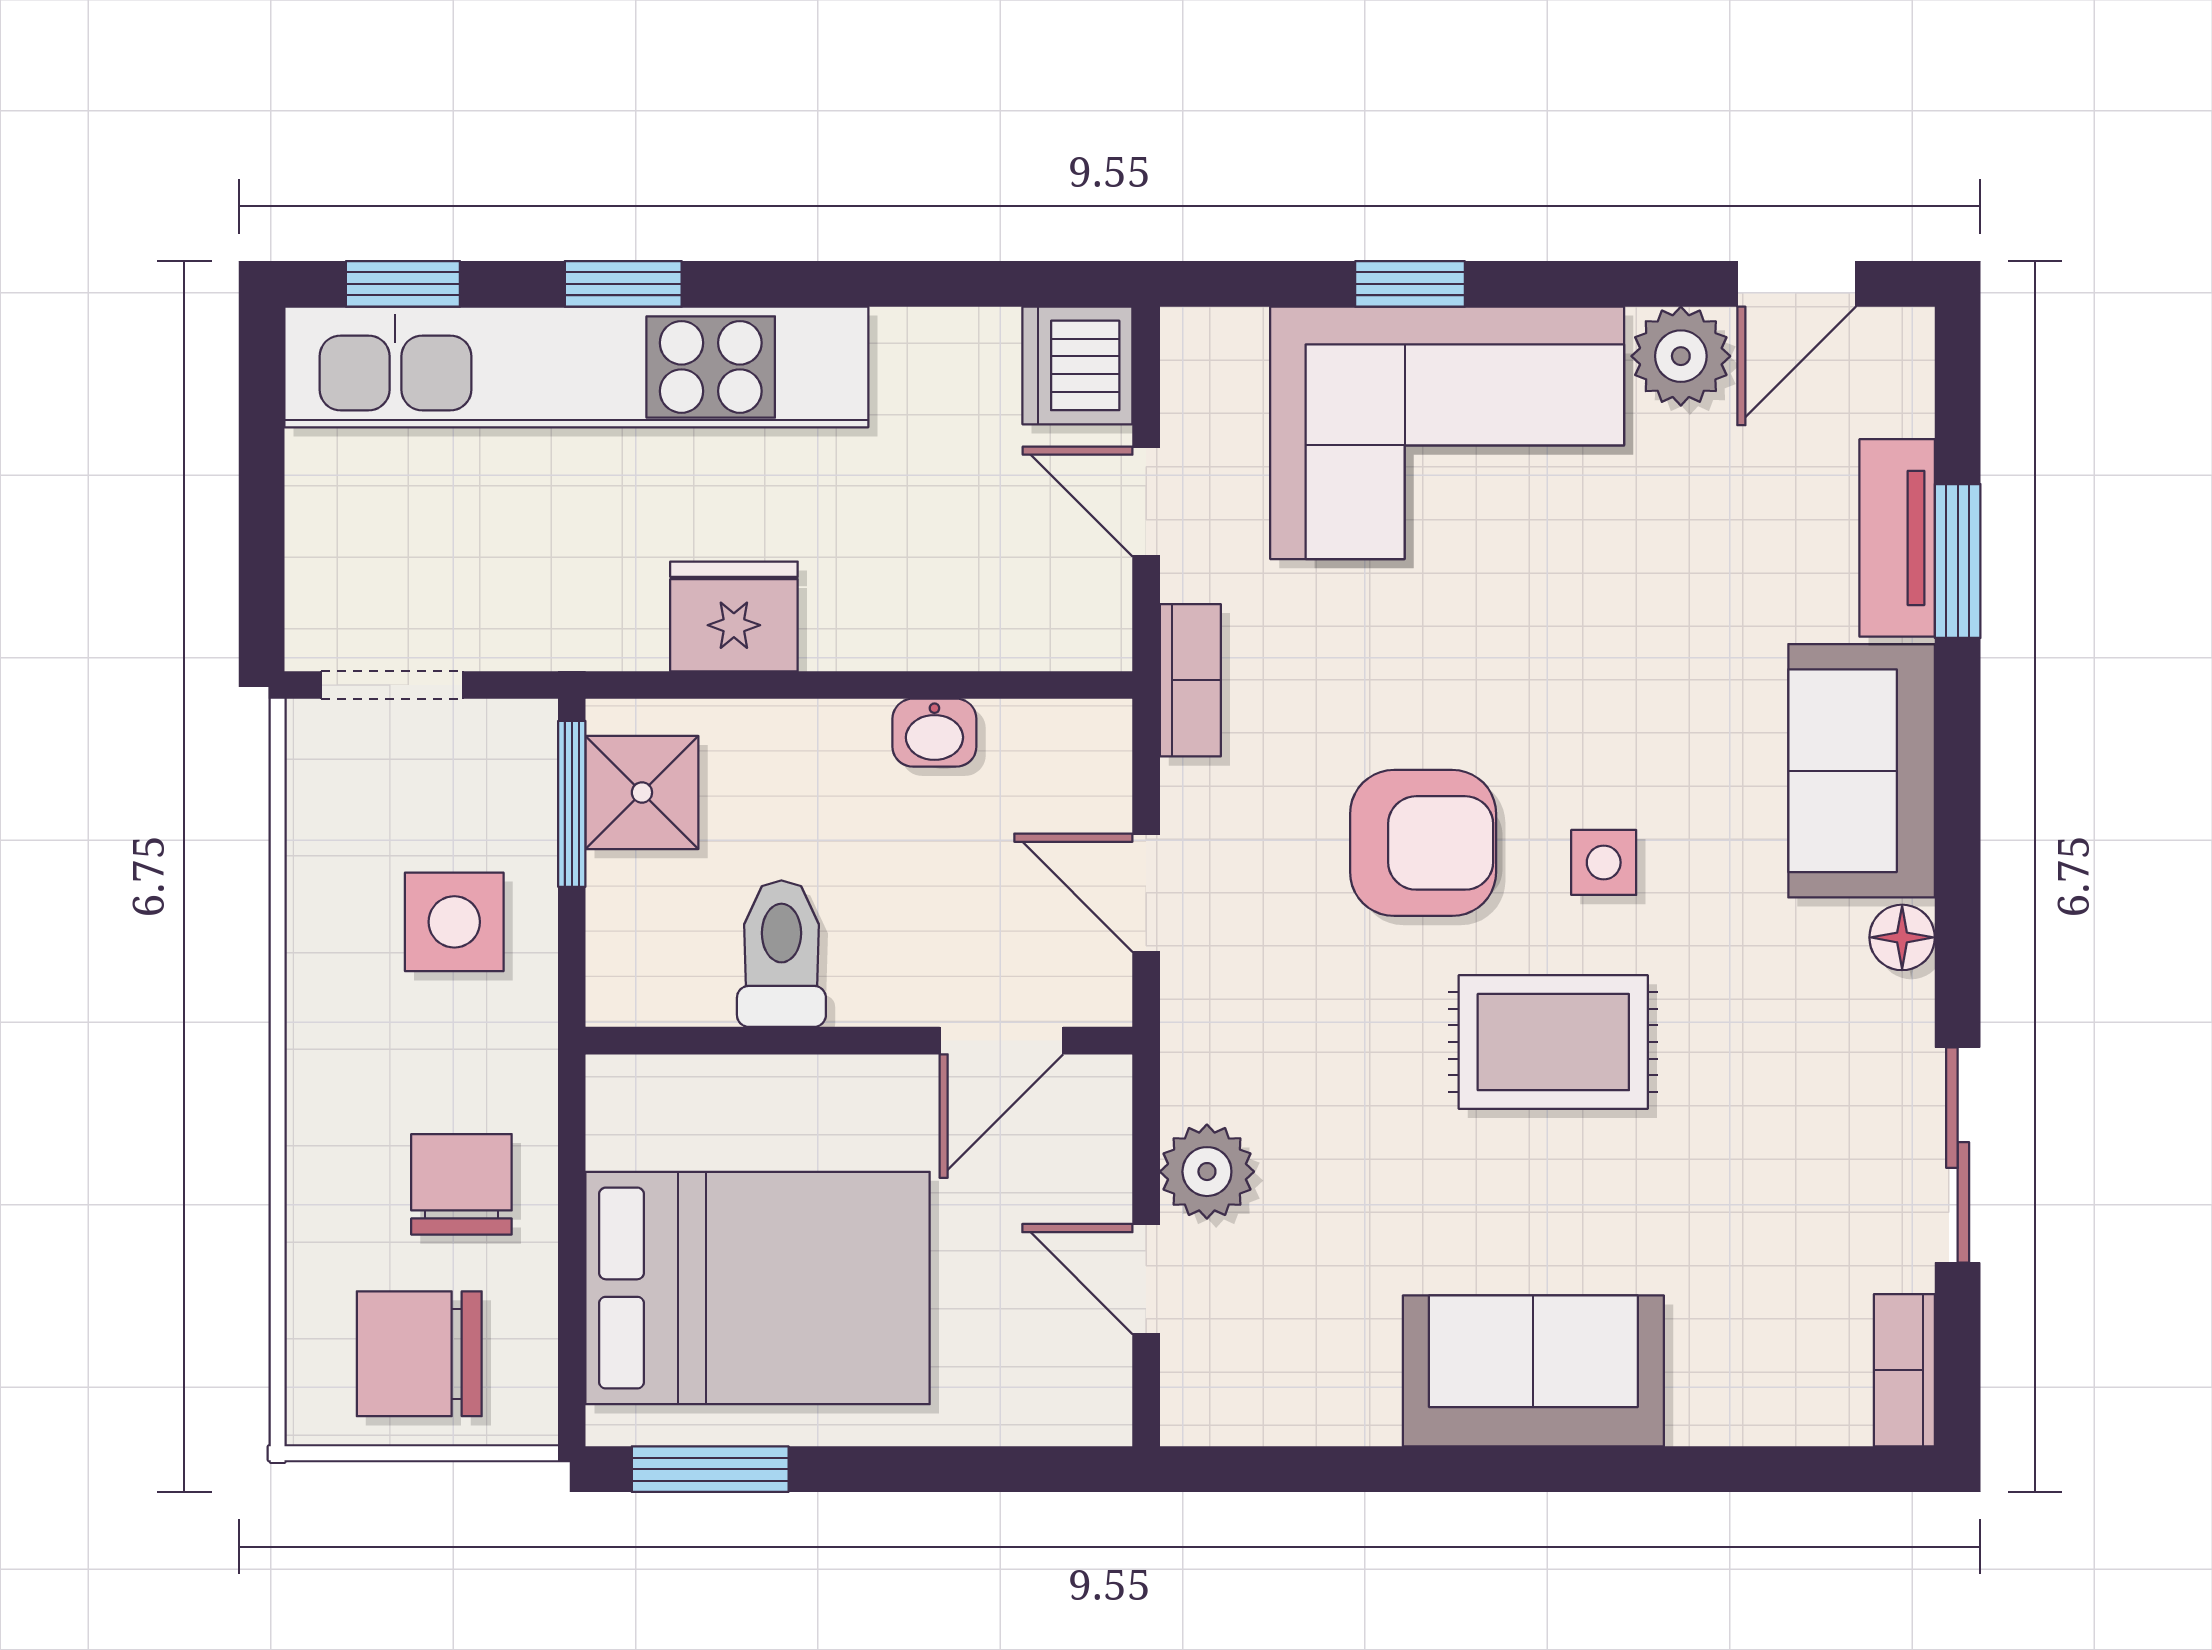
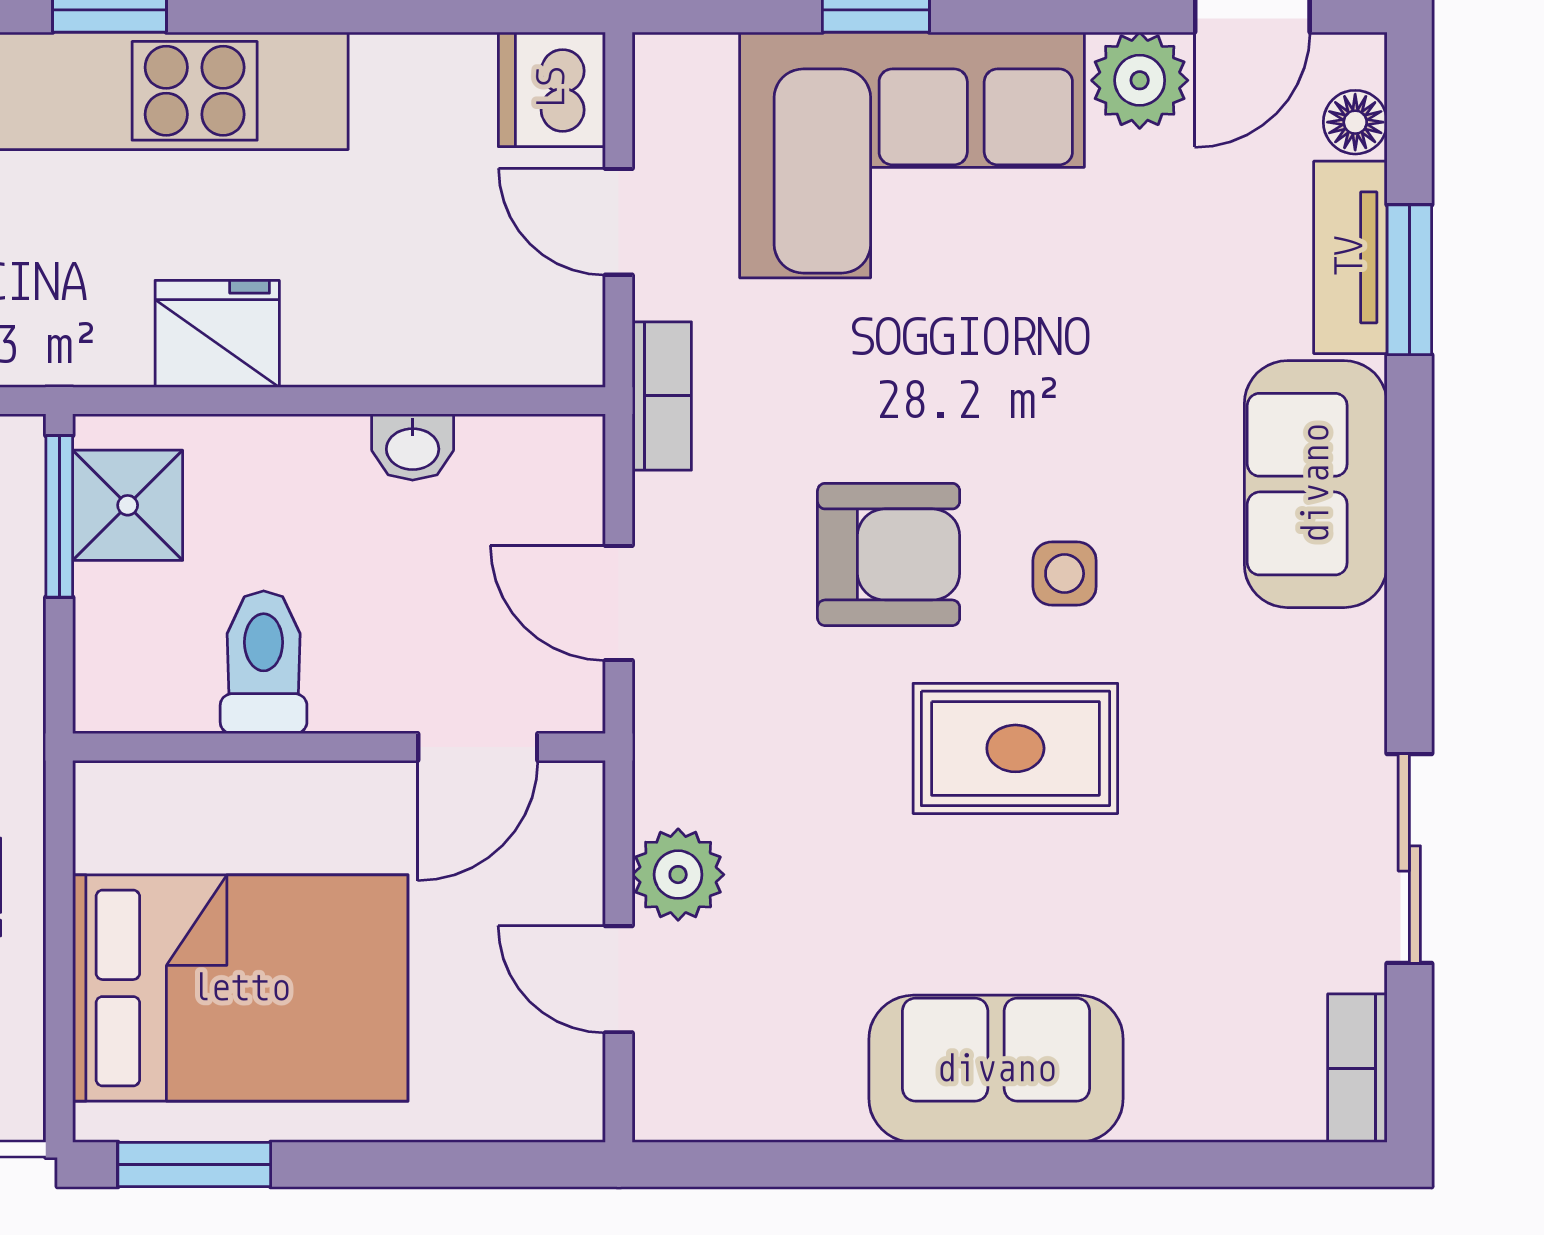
floor lamp: (1902, 937) -> (1355, 122), moved

